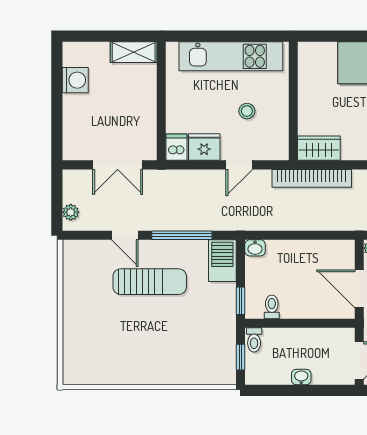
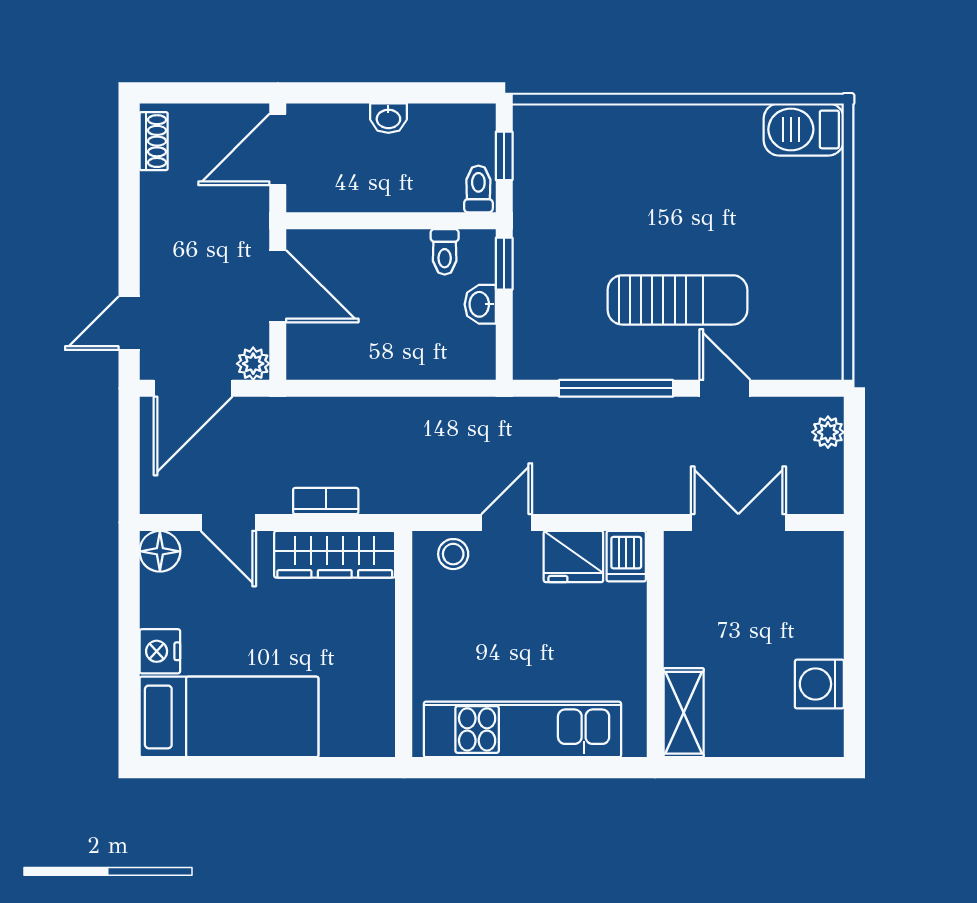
shelving: (134, 52) -> (684, 713), moved, turned 90
stool: (247, 111) -> (453, 554), moved
wardrobe: (319, 148) -> (335, 554), width x1.50
bookcase: (312, 178) -> (326, 501), width x0.43, depth x0.76
washbasin: (255, 248) -> (480, 304), moved, turned -90
barbecue: (222, 261) -> (804, 129), moved, turned 90
sun lounger: (150, 282) -> (677, 300), turned 180

